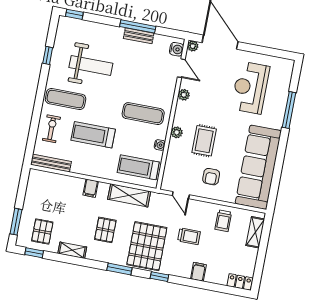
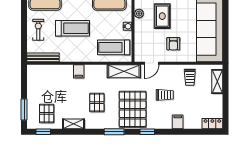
treadmill: (93, 135) -> (73, 28), turned 180
shelving: (129, 195) -> (124, 71), moved
door: (181, 195) -> (152, 63), hinge flipped

